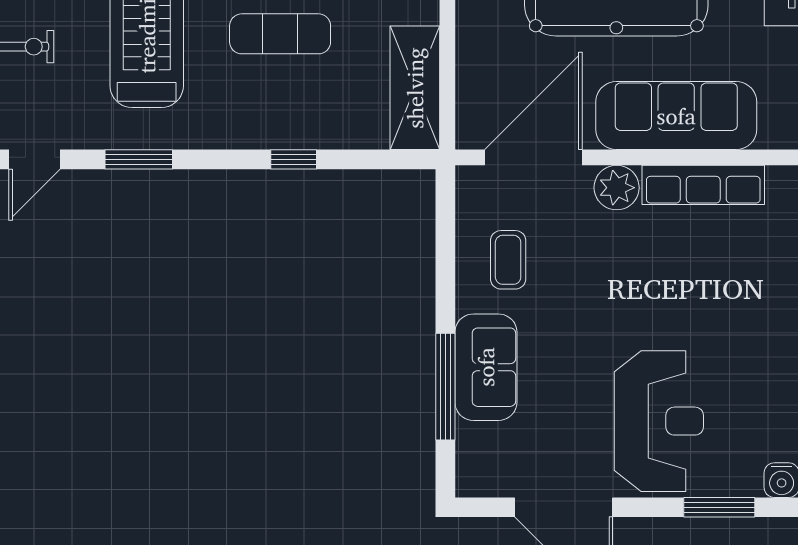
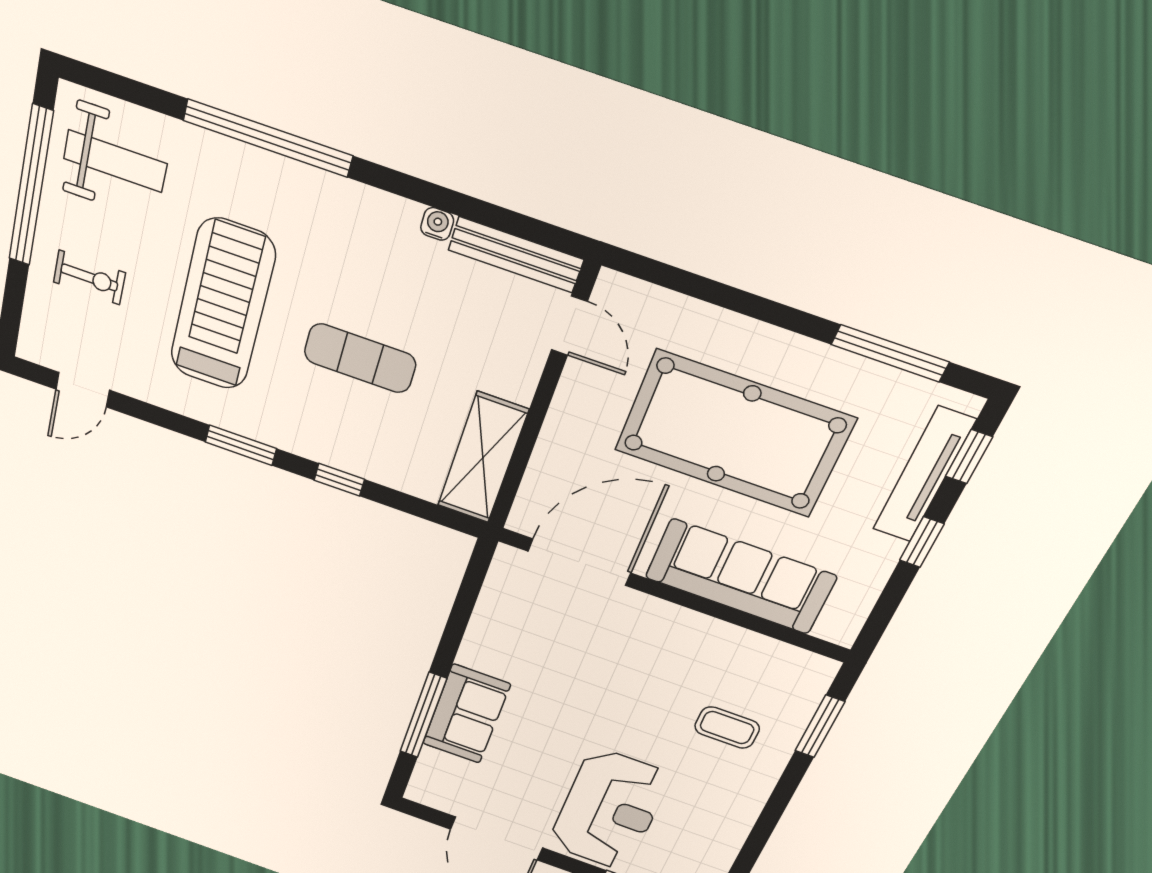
window: (139, 159) -> (241, 445), moved
row of seats: (703, 185) -> (739, 645), removed
plant: (617, 188) -> (651, 617), removed
coffee table: (508, 260) -> (727, 728), moved, turned 90

